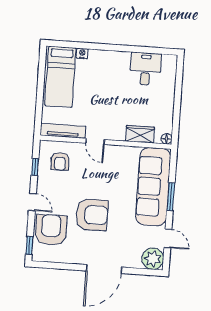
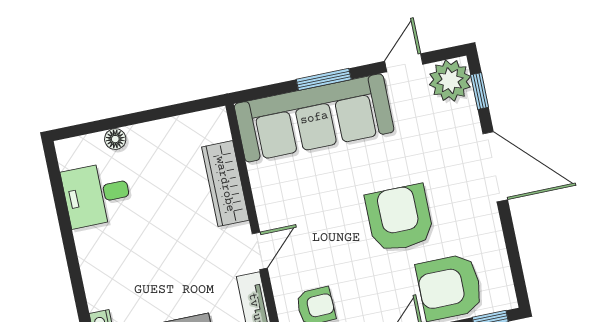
wardrobe: (140, 134) -> (225, 184), width x1.50
floor lamp: (167, 139) -> (115, 139), moved
window: (143, 272) -> (480, 91), added

